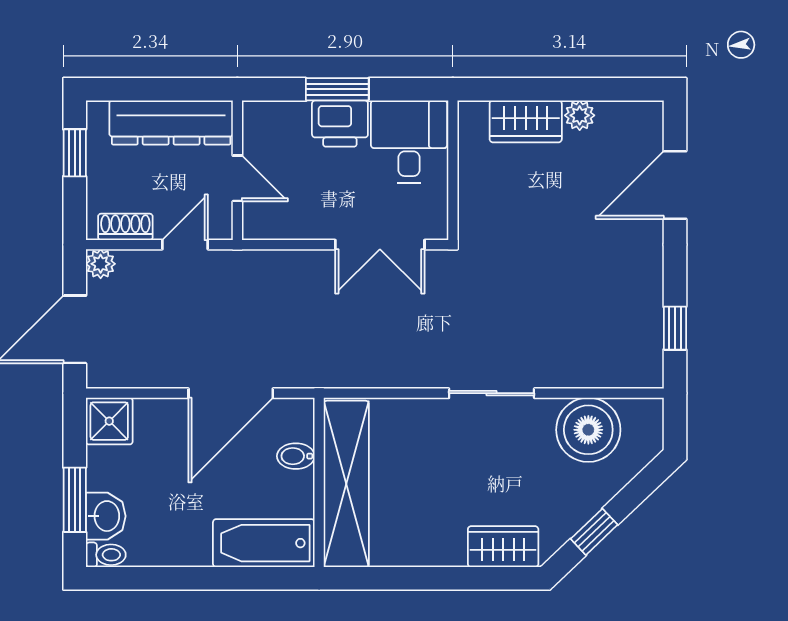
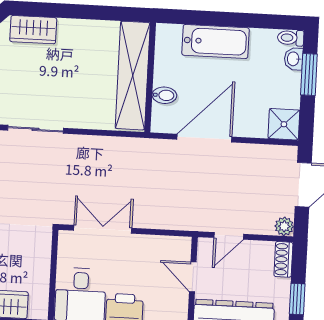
shoe rack: (125, 227) -> (283, 259), moved, turned 90
washbasin: (106, 516) -> (294, 59), width x0.72, depth x0.69
bathtub: (264, 543) -> (216, 41), moved

